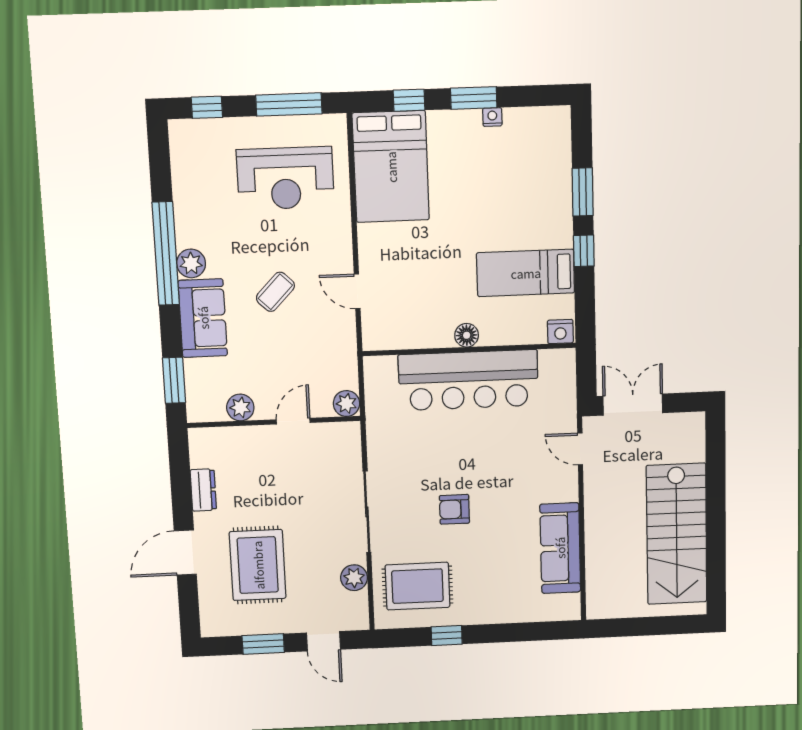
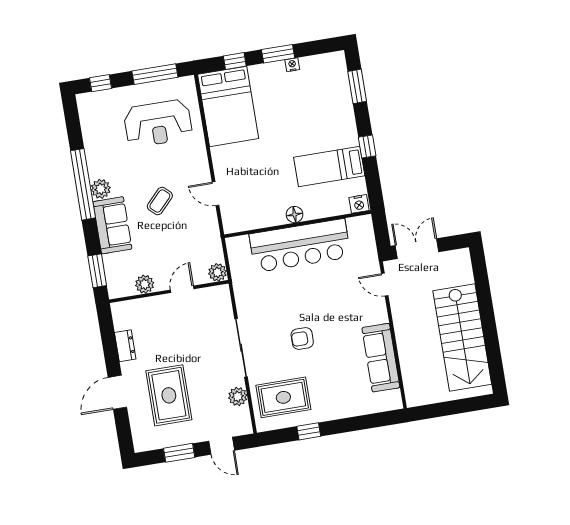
window: (583, 192) -> (357, 86), moved

